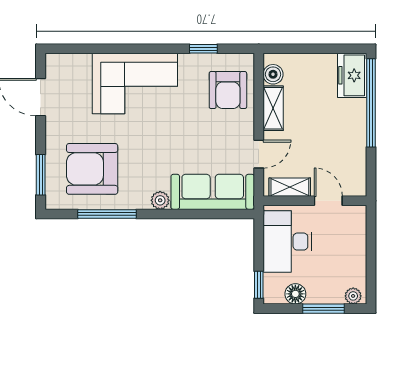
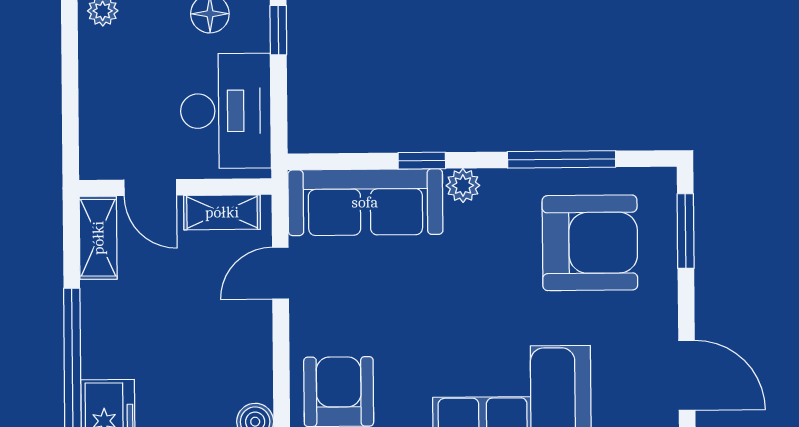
shelving: (273, 108) -> (98, 238), moved
window: (182, 214) -> (422, 161), added

